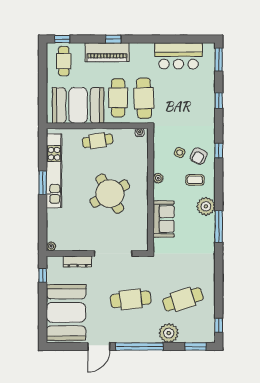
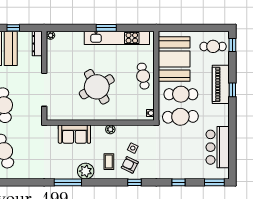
dresser: (77, 262) -> (37, 44), moved
window: (43, 275) -> (13, 28), moved

